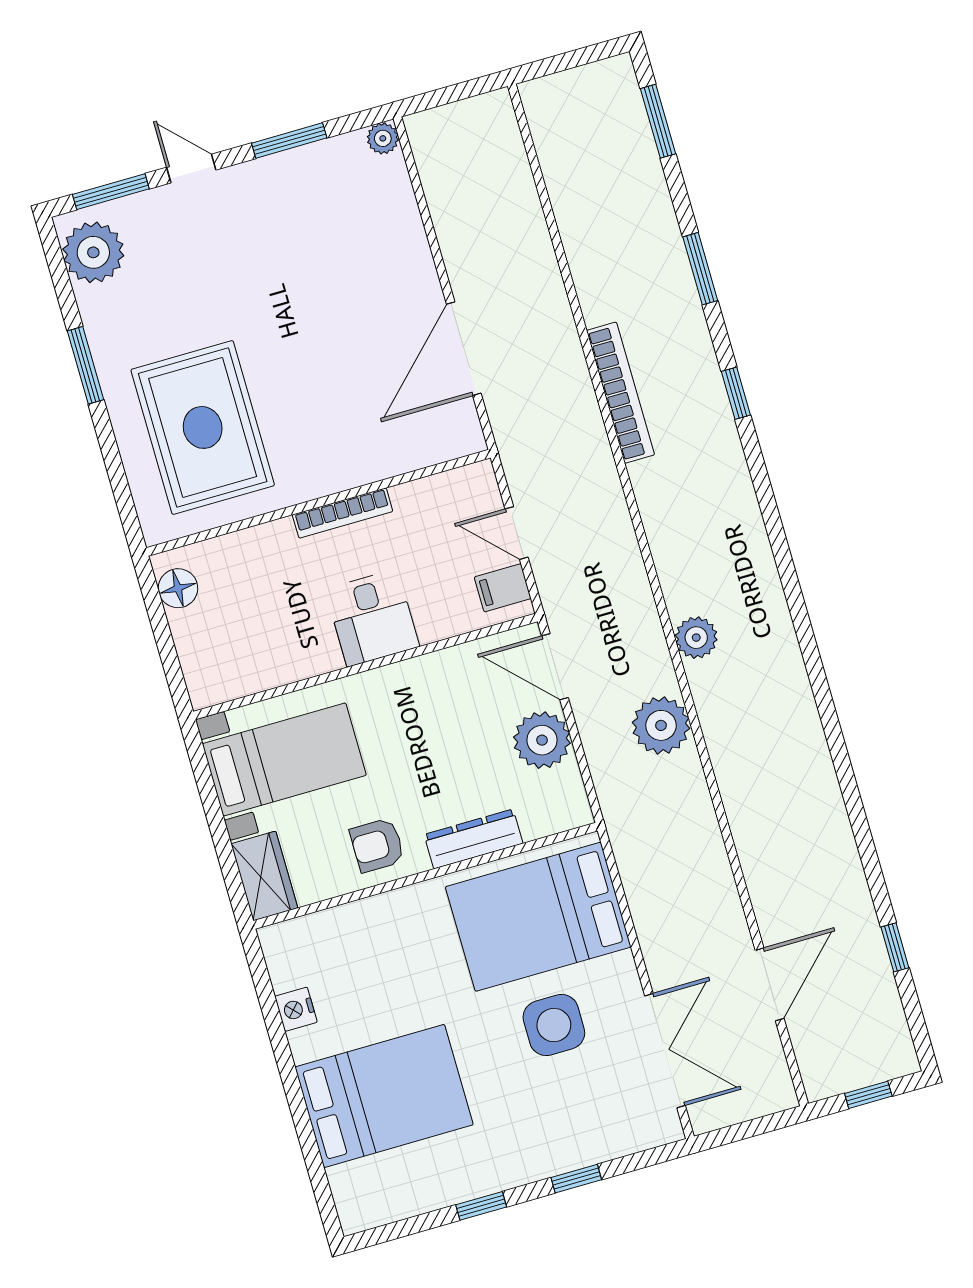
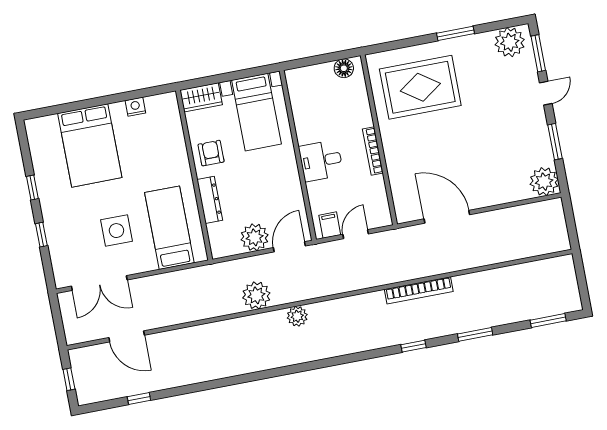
plant: (383, 138) -> (544, 182), width x1.88, depth x1.88
bed: (538, 917) -> (169, 228), width x0.67

